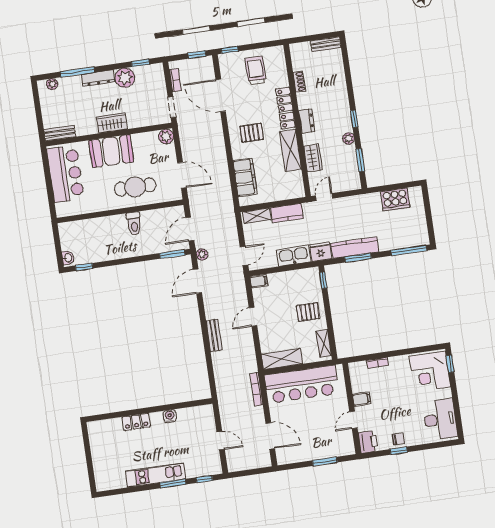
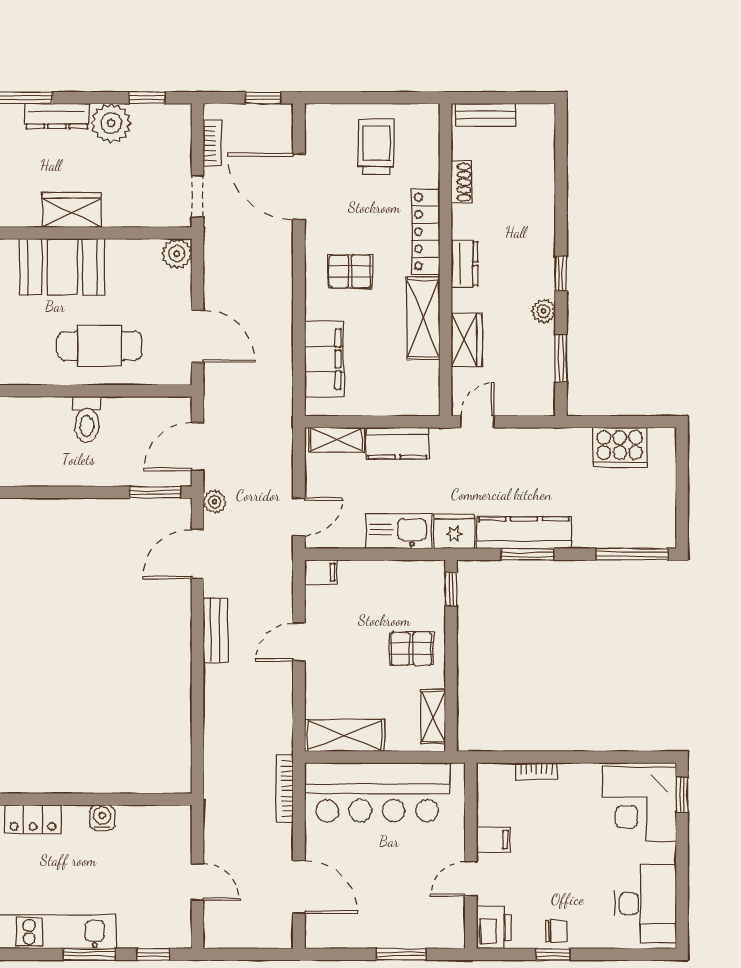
bench: (326, 44) -> (485, 115), moved
window: (230, 50) -> (330, 98), removed
bench: (214, 335) -> (215, 630), moved

